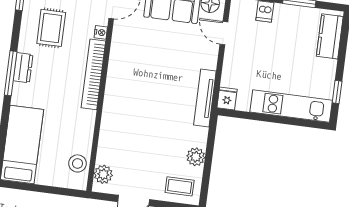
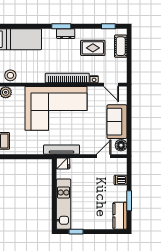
kitchen counter: (330, 36) -> (120, 216), moved, turned -90
window: (11, 73) -> (61, 26), width x0.69
corner sofa: (139, 98) -> (56, 108), added
plant: (196, 157) -> (24, 149), removed

